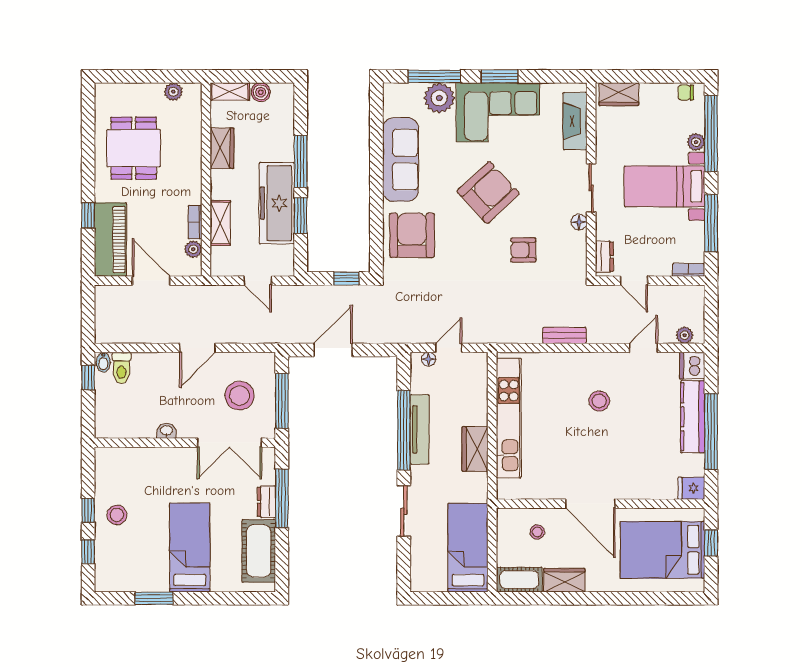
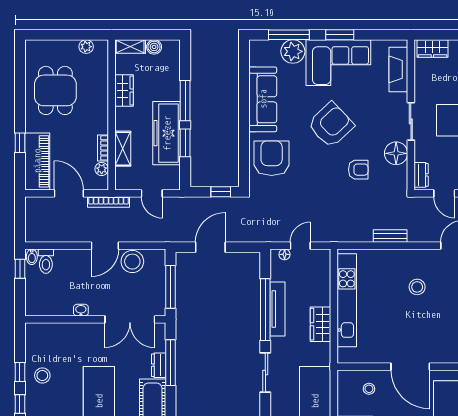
floor lamp: (579, 222) -> (396, 153), width x1.89, depth x1.89
armchair: (523, 250) -> (358, 170), turned 180
bookcase: (202, 292) -> (108, 202), added
stool: (240, 396) -> (132, 262), moved

